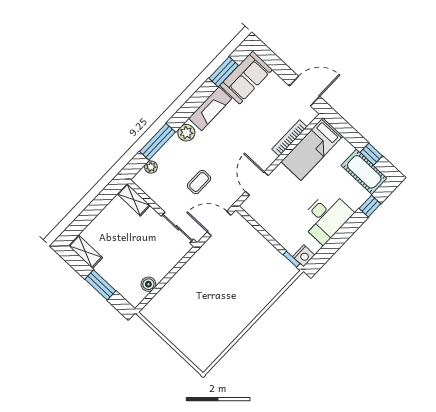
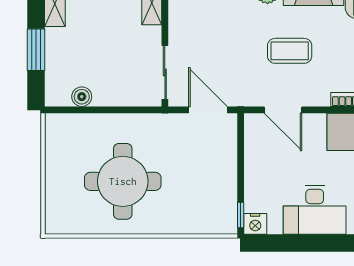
coffee table: (199, 182) -> (290, 51), moved, width x1.36, depth x1.30
door: (257, 183) -> (283, 110), swing flipped
round table: (214, 305) -> (123, 181), added

